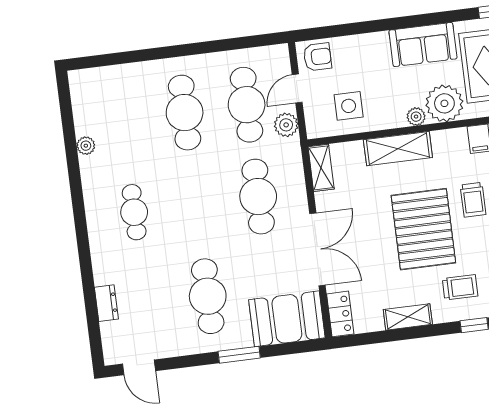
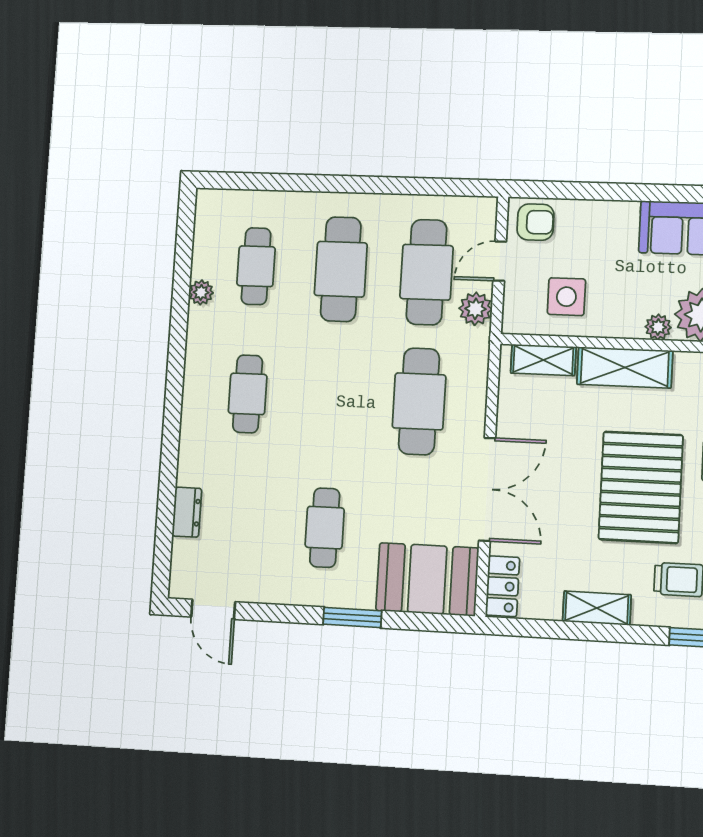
cafe table: (123, 120) -> (256, 266), added
shelving: (321, 168) -> (543, 360), moved, turned 90
cafe table: (208, 296) -> (325, 528), width x0.73, depth x0.74

